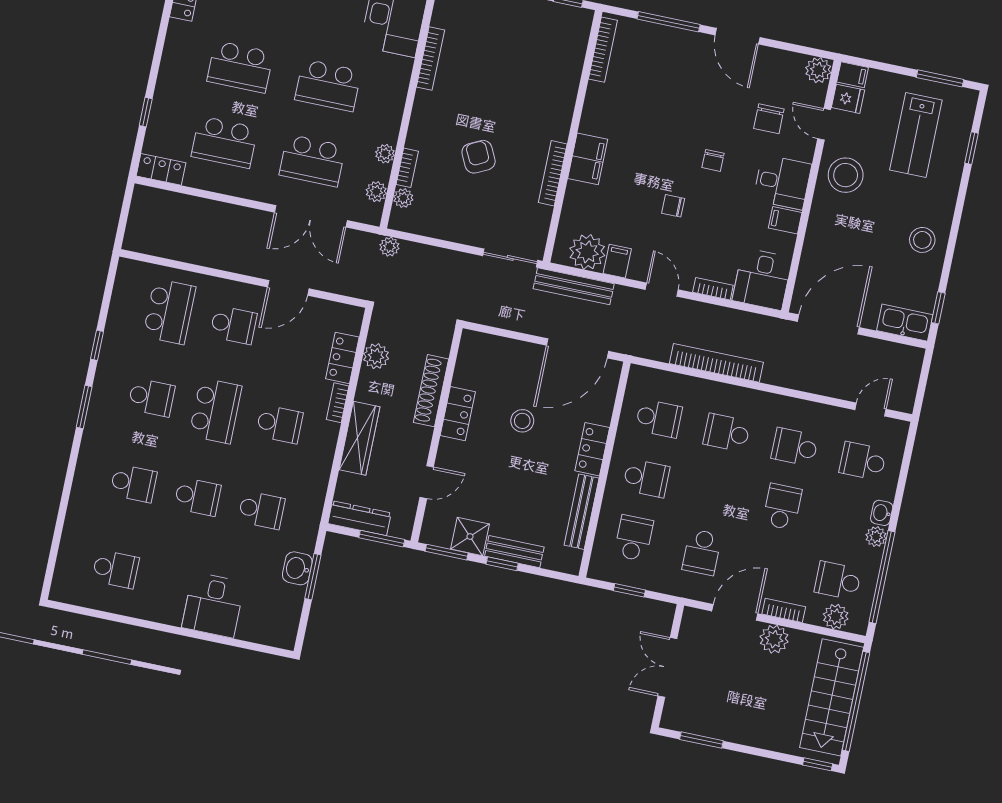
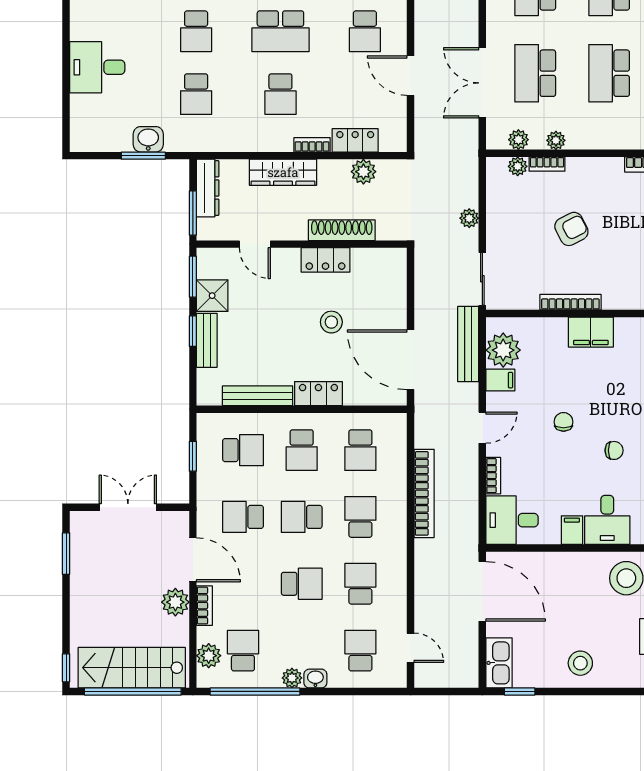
chair: (713, 160) -> (614, 450), turned 180
plant: (389, 247) -> (469, 218), moved
school desk: (714, 492) -> (302, 517), added

